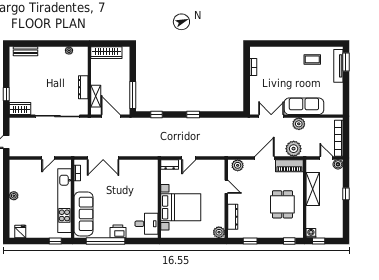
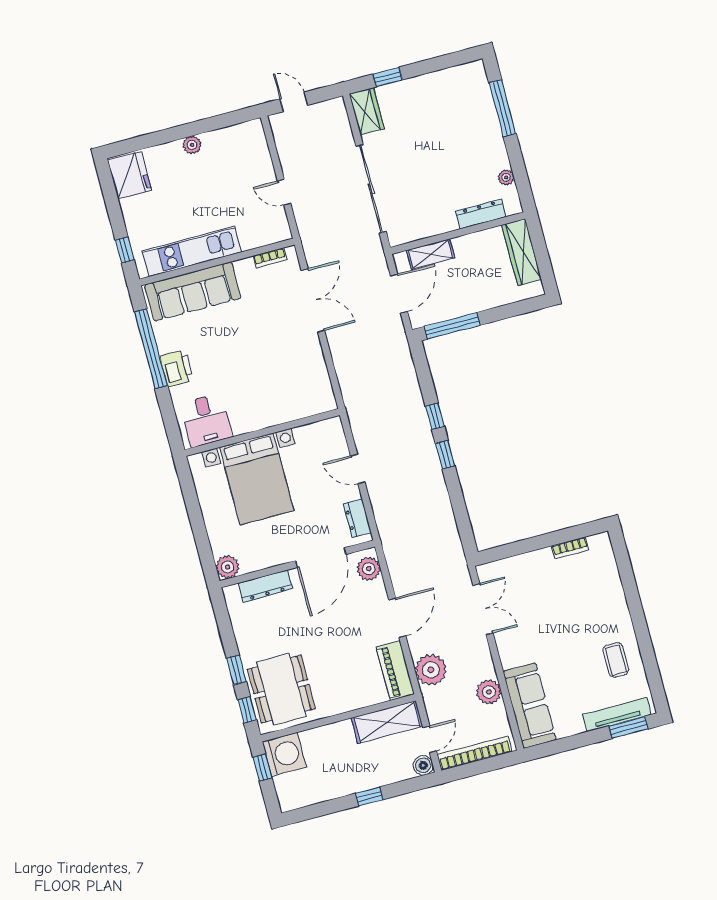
window: (36, 44) -> (503, 108), added
bench: (25, 51) -> (482, 92), removed
dresser: (83, 87) -> (481, 214), moved
sofa: (304, 106) -> (530, 706), moved
window: (157, 115) -> (435, 416), moved
plant: (299, 124) -> (489, 692), moved
double door: (103, 158) -> (313, 300), swing flipped
door: (265, 158) -> (397, 618), hinge flipped
dresser: (170, 164) -> (357, 518), moved
door: (226, 187) -> (321, 558), width x1.88
shelving: (313, 189) -> (387, 722), moved
kitchen unit: (64, 201) -> (192, 251), width x0.73
dining table: (282, 204) -> (281, 689), moved, width x1.38
fridge: (20, 232) -> (129, 175), width x1.88, depth x1.34
washing machine: (311, 233) -> (284, 754), width x1.89, depth x1.89
window: (250, 241) -> (236, 670), moved

